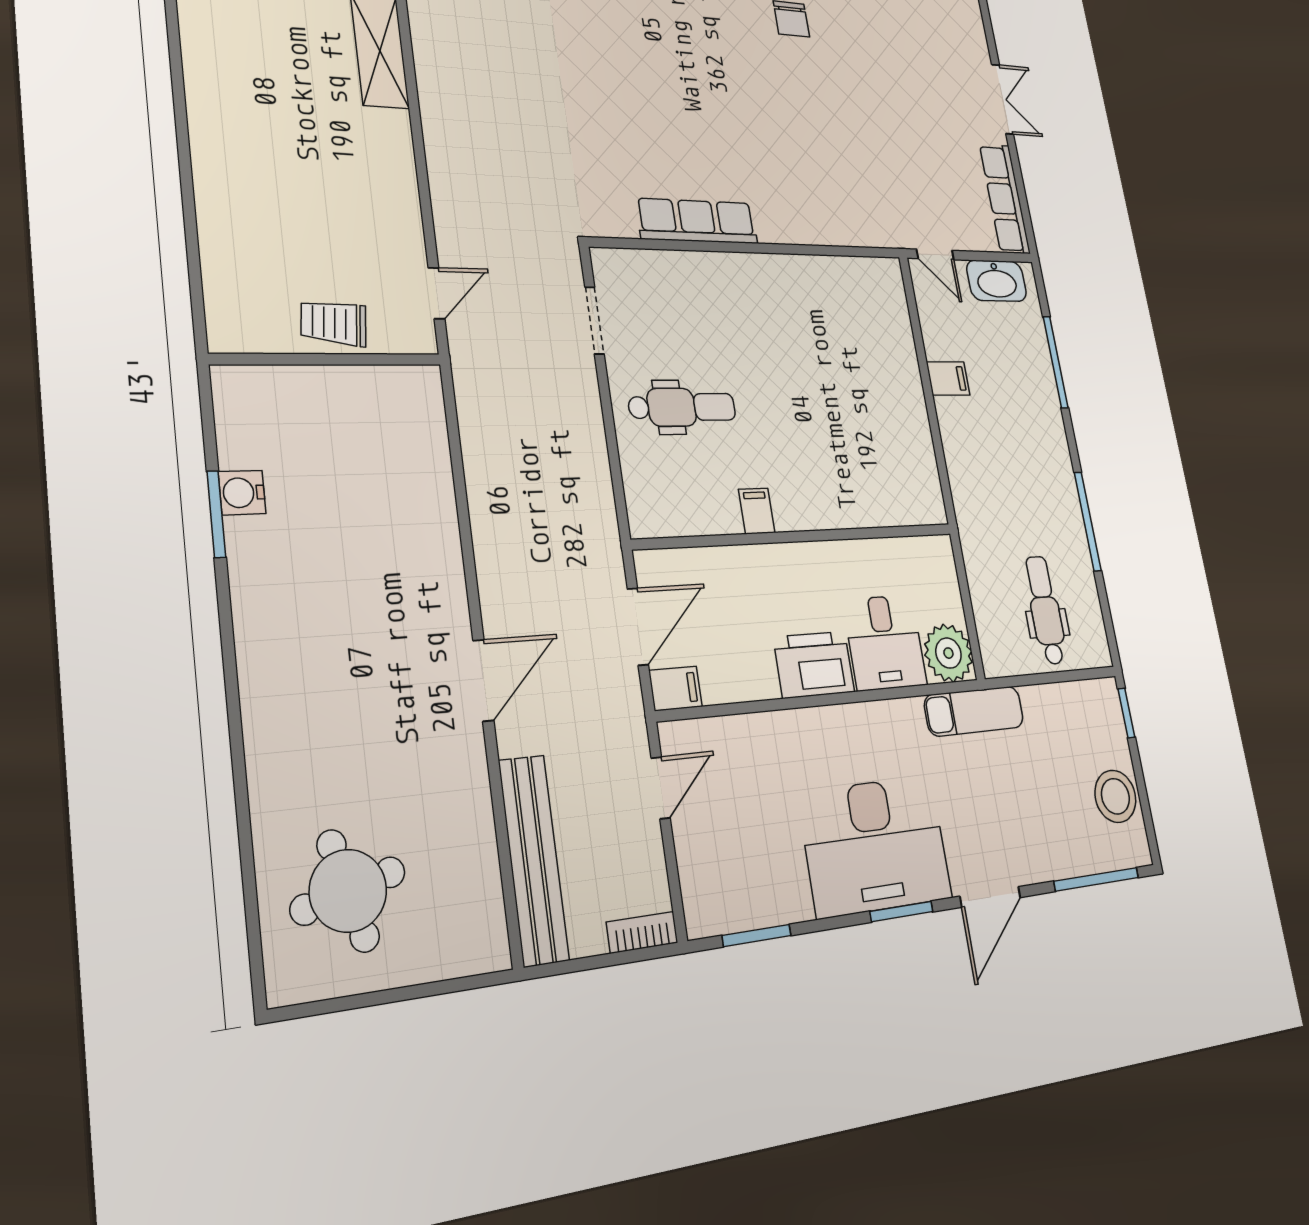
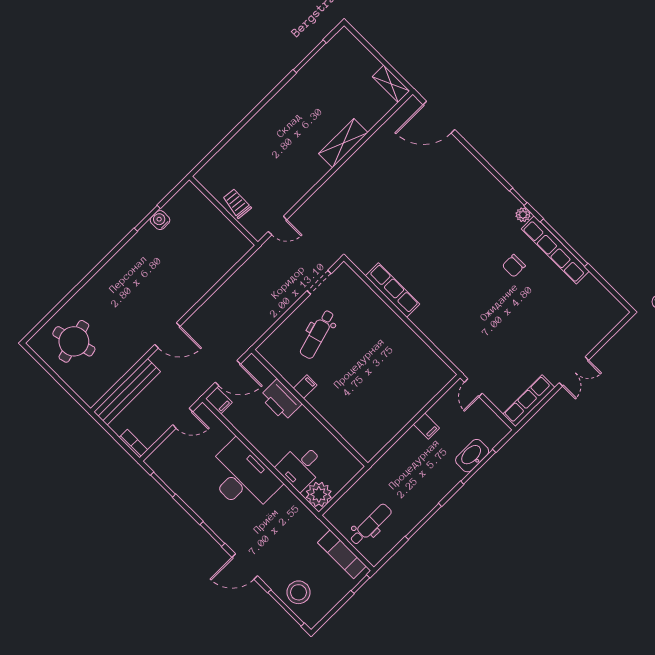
washbasin: (997, 281) -> (472, 456), moved, turned 90
dental chair: (682, 407) -> (318, 334), turned 74
printer: (814, 665) -> (281, 400), moved, turned 180
exam couch: (974, 711) -> (342, 554), moved
stool: (1115, 796) -> (298, 592), moved
desk: (875, 846) -> (242, 477), moved, turned 180

